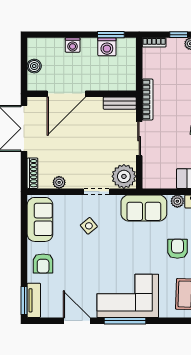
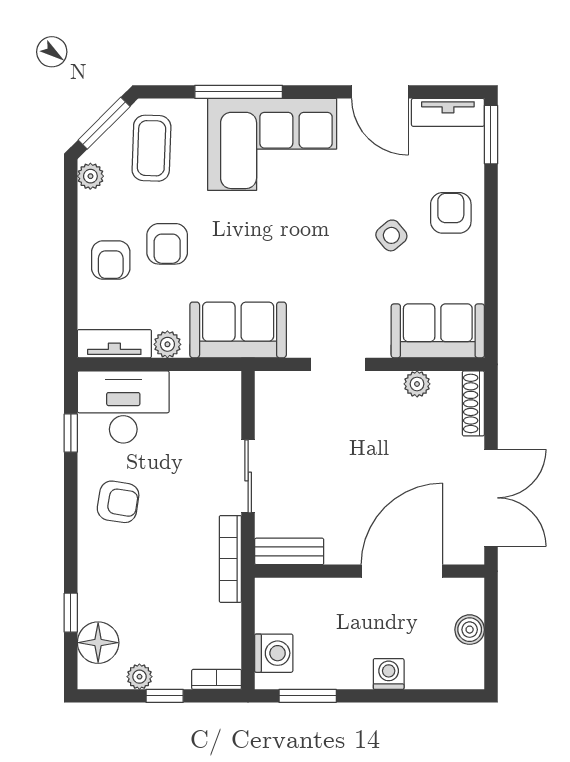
washing machine: (107, 47) -> (274, 653), moved, turned 90
plant: (124, 176) -> (280, 397), removed
sofa: (40, 219) -> (438, 331), moved, turned 90
side table: (89, 226) -> (391, 235), moved
tv unit: (34, 300) -> (448, 112), moved, turned -90
window: (125, 321) -> (239, 92), moved

